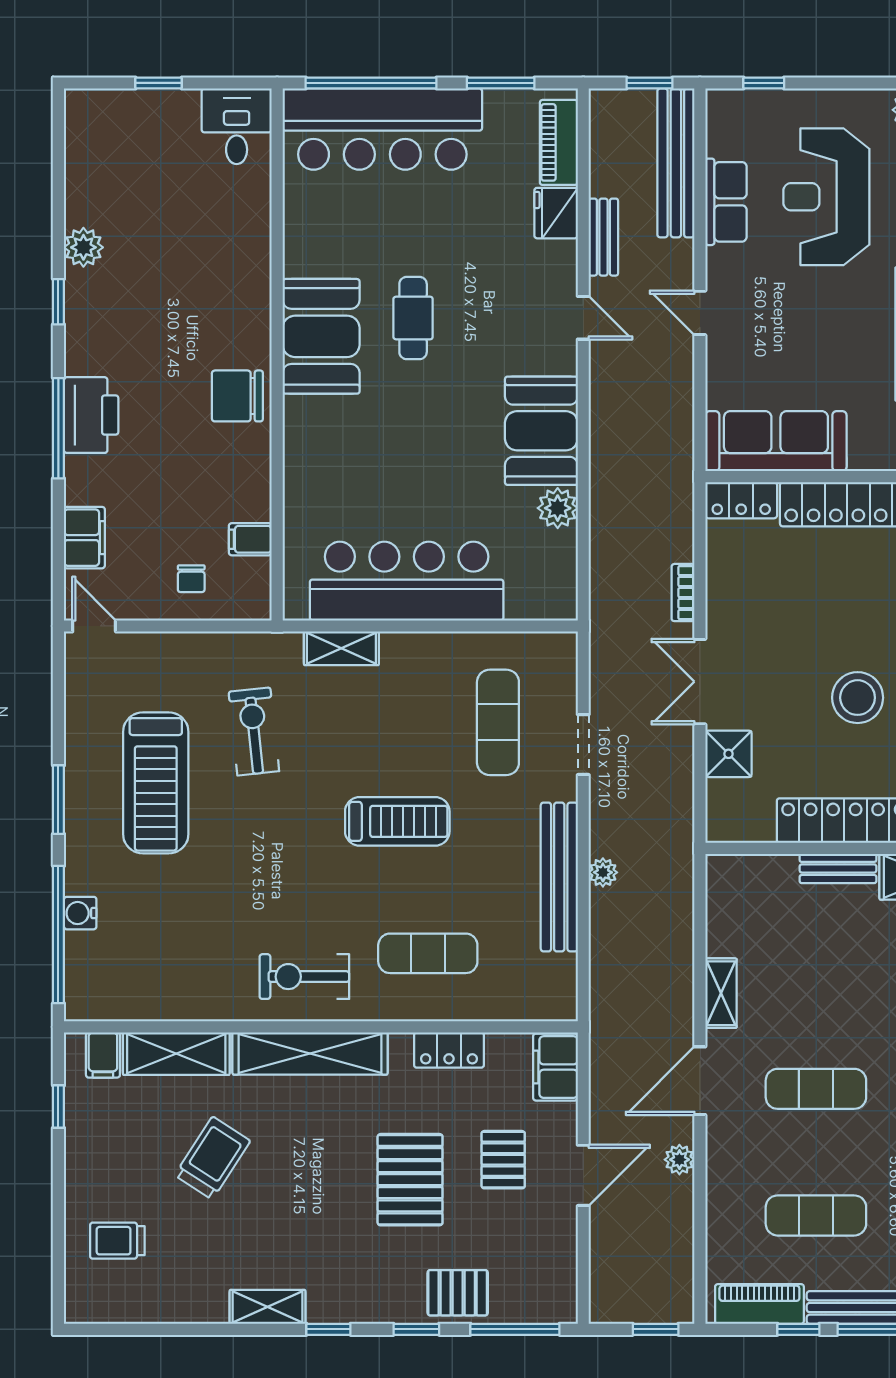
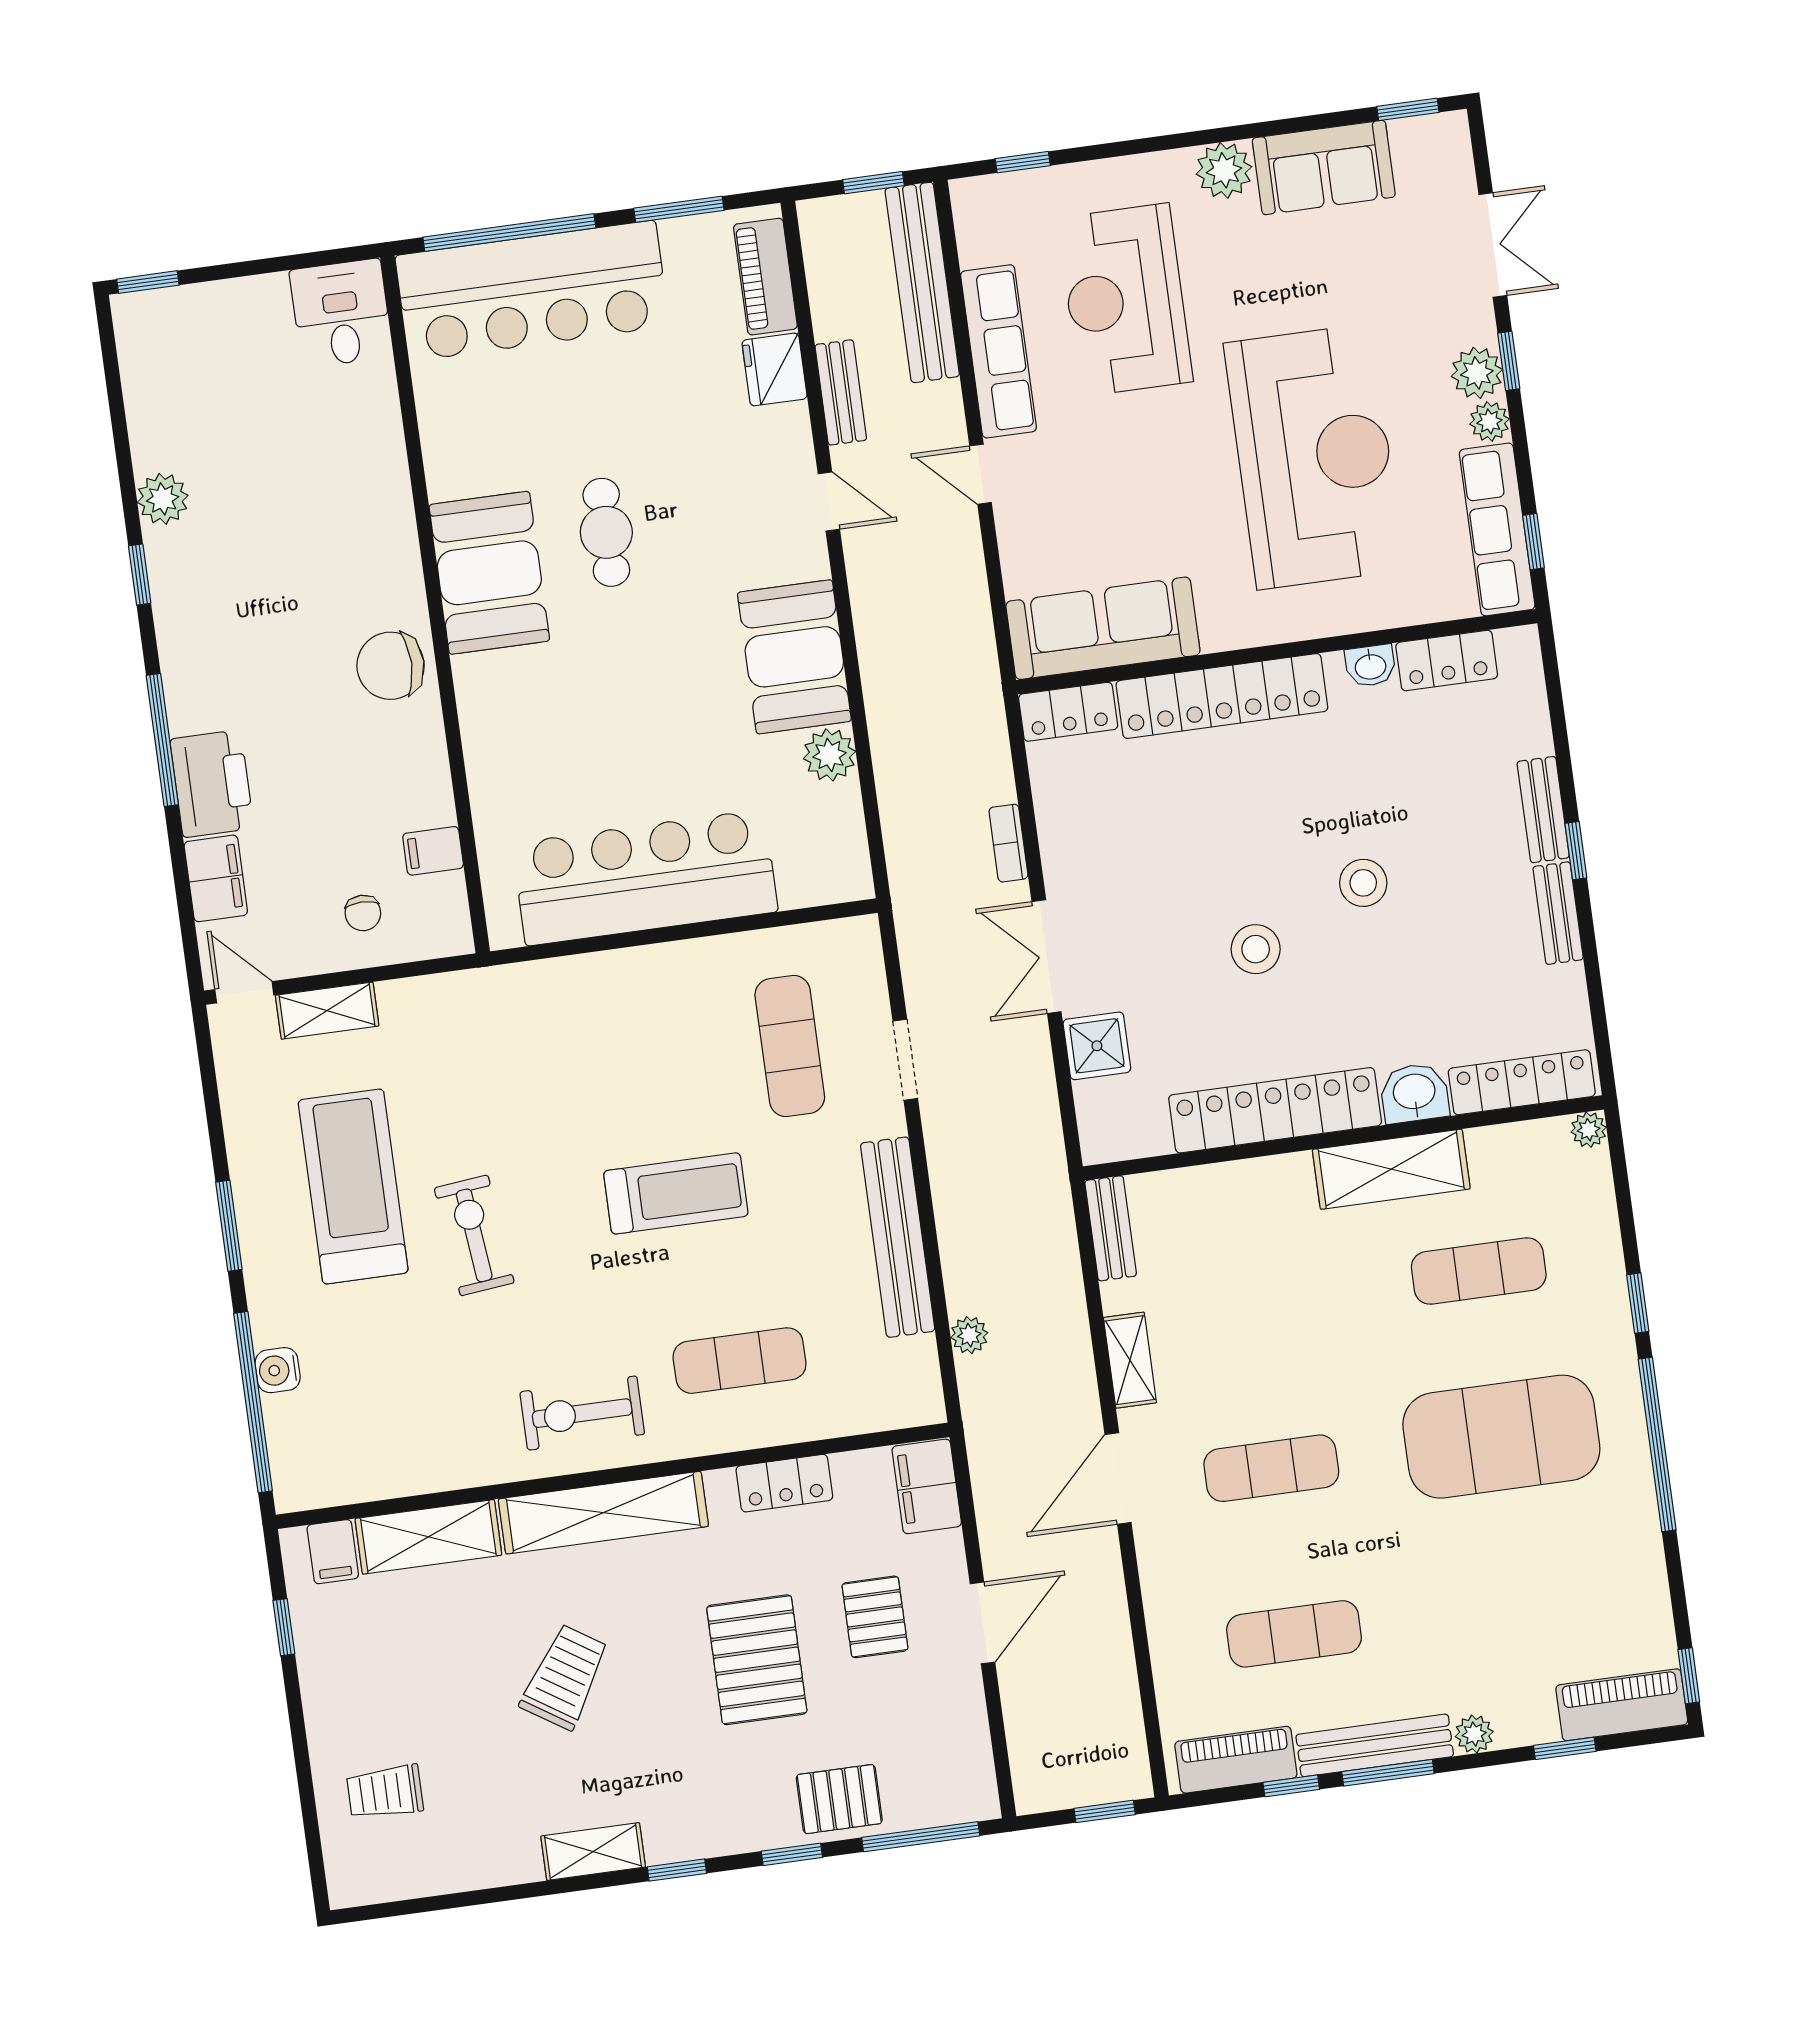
window: (159, 83) -> (148, 282), moved
row of seats: (726, 202) -> (998, 351), width x1.48
printer: (91, 415) -> (212, 784), moved
shelving: (341, 648) -> (327, 1011), moved
stool: (858, 698) -> (1256, 949), width x0.73, depth x0.73
exercise bike: (254, 731) -> (474, 1235), moved
treadmill: (156, 783) -> (353, 1186), turned 180
bench: (838, 868) -> (1111, 1228), moved, turned 90
plant: (603, 872) -> (969, 1335), moved
trolley: (212, 1158) -> (565, 1677), moved
plant: (679, 1160) -> (1105, 1585), removed

